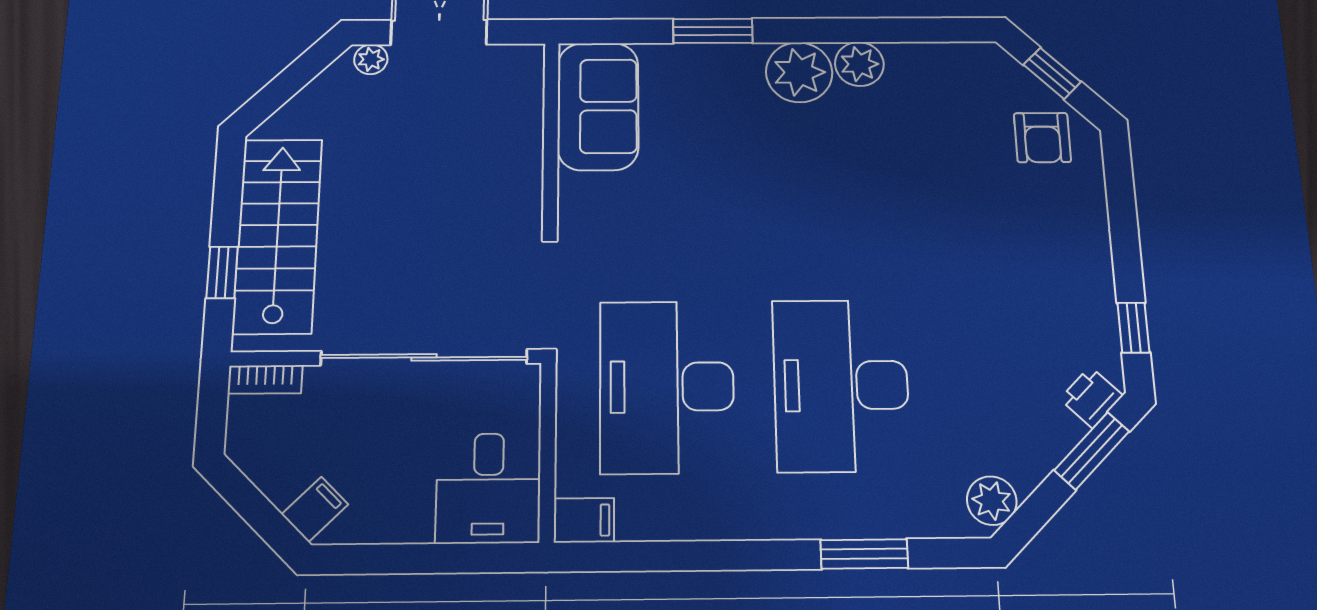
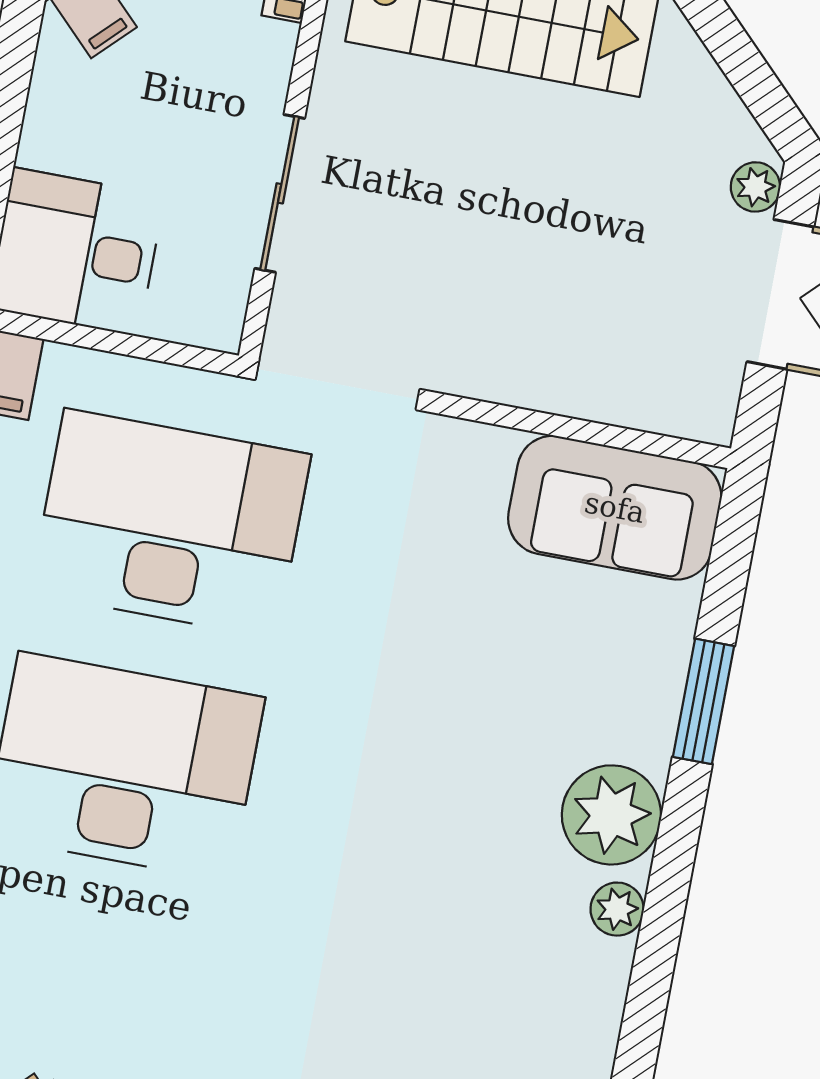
plant: (859, 64) -> (617, 909), width x0.73, depth x0.73
sliding door: (424, 357) -> (280, 193), width x0.54

